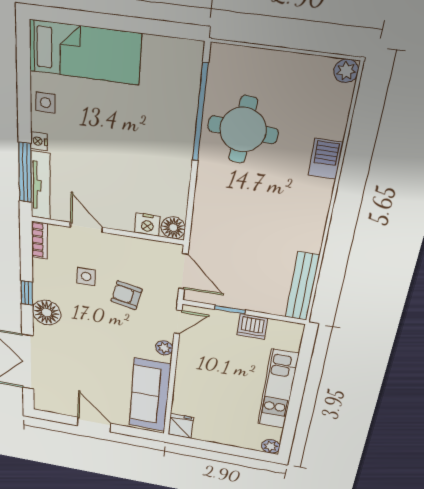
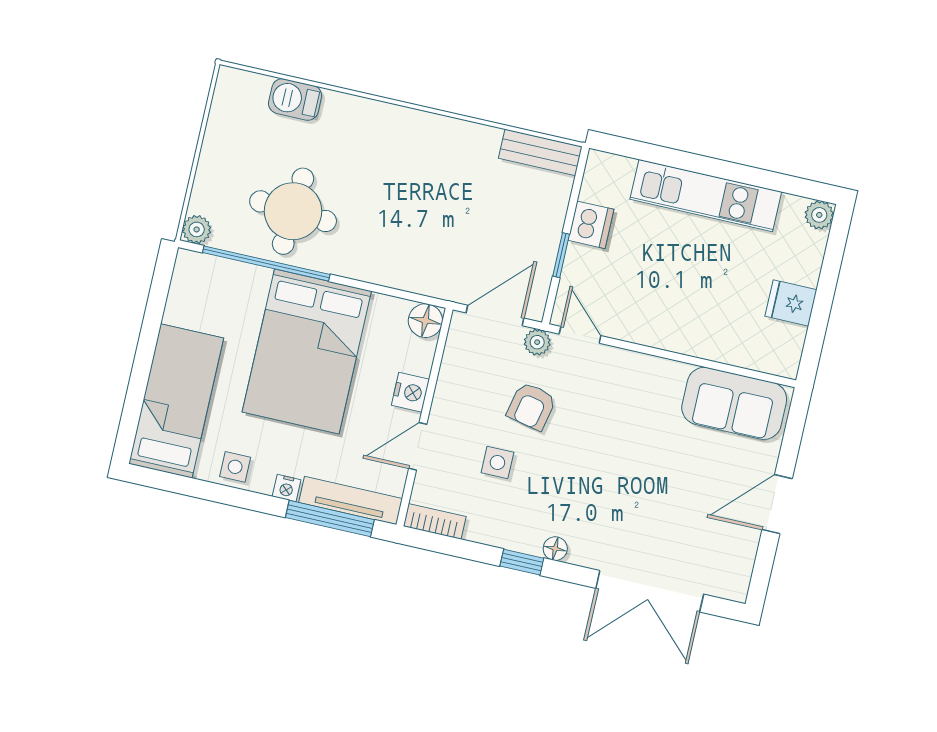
plant: (346, 71) -> (197, 229), moved
bed: (138, 148) -> (307, 352), added
barbecue: (326, 159) -> (295, 99), moved
nightstand: (147, 225) -> (410, 392), moved
bench: (302, 286) -> (540, 152), width x0.73
floor lamp: (47, 313) -> (555, 549), width x0.53, depth x0.53
plant: (164, 348) -> (537, 342), moved
sofa: (150, 395) -> (734, 403), width x0.73
fridge: (181, 426) -> (791, 303), moved

